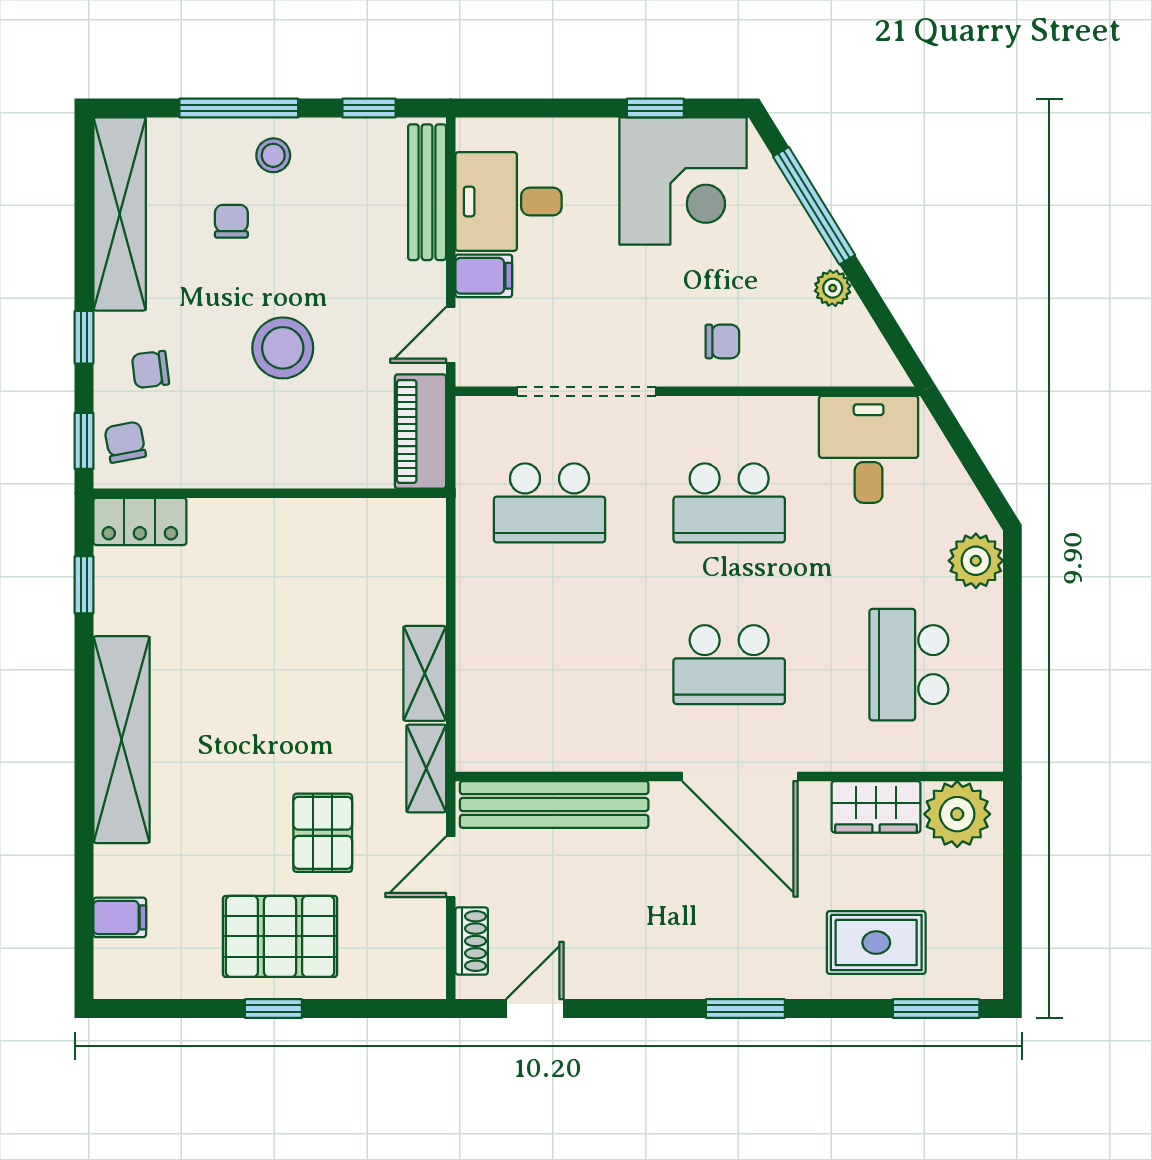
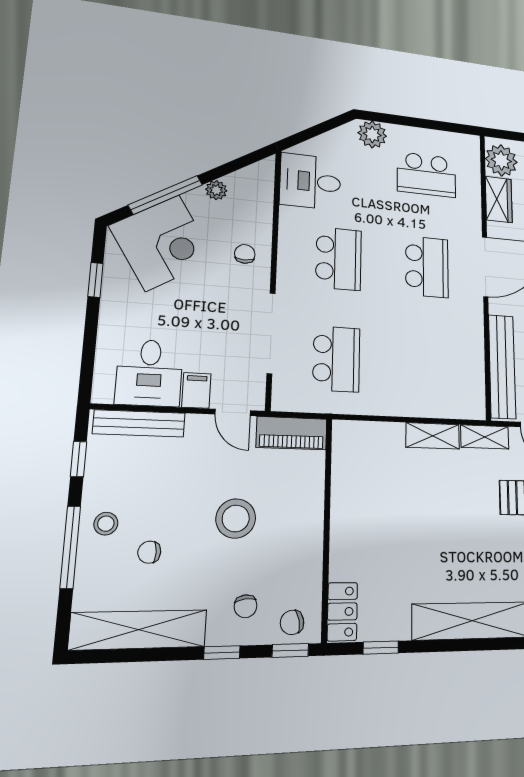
corner desk: (683, 181) -> (163, 243), moved, turned 58

